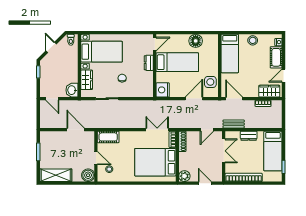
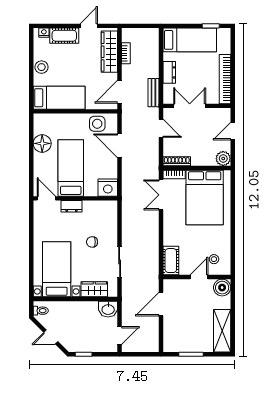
door: (283, 76) -> (89, 26), swing flipped
wardrobe: (269, 91) -> (109, 52), width x1.50

